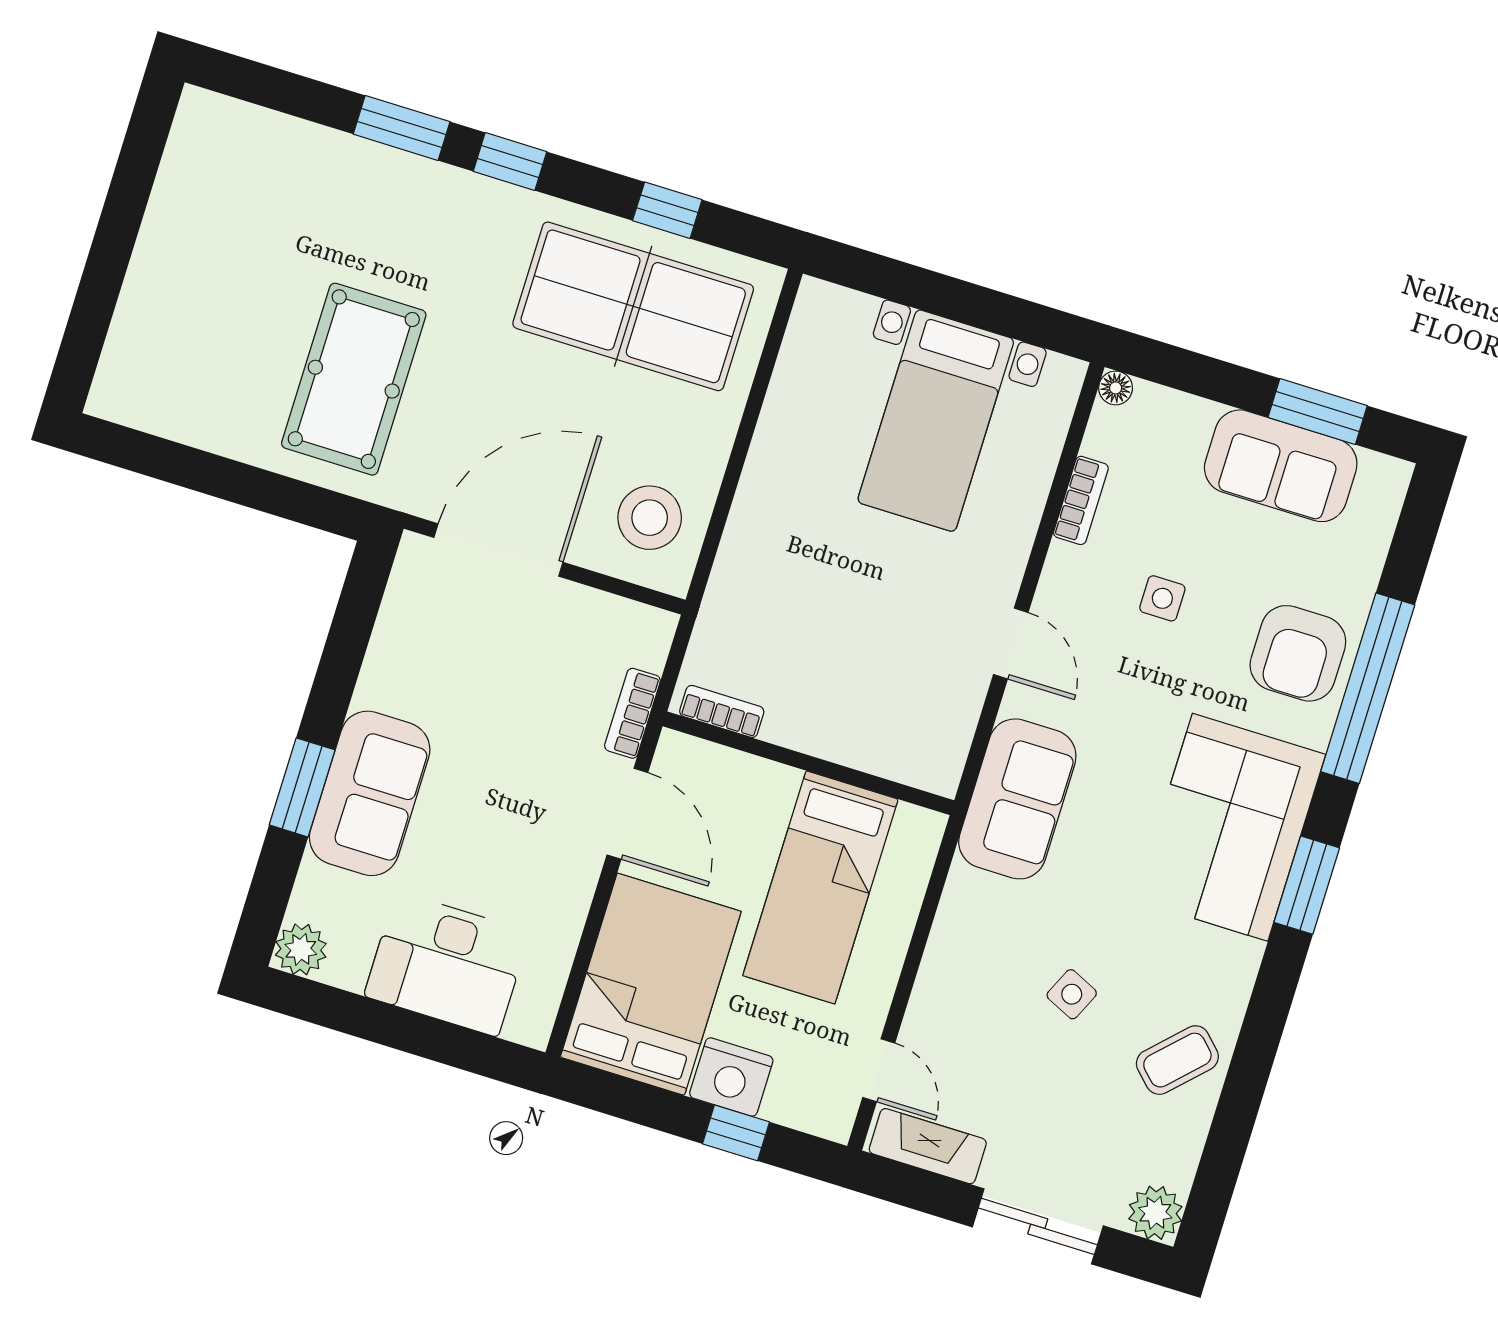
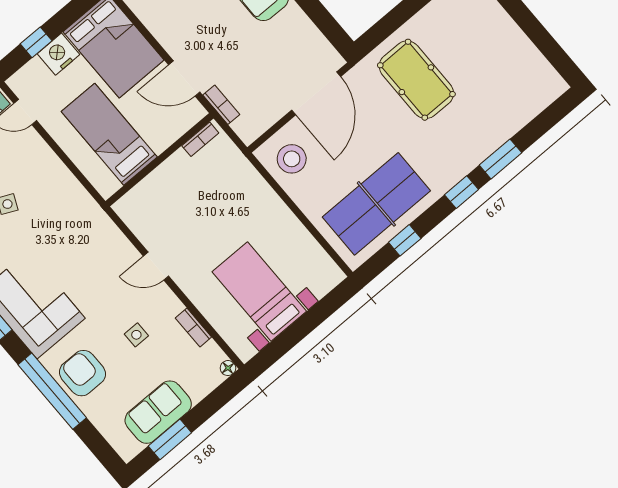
sofa: (1017, 799) -> (95, 231), removed

